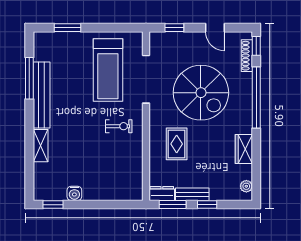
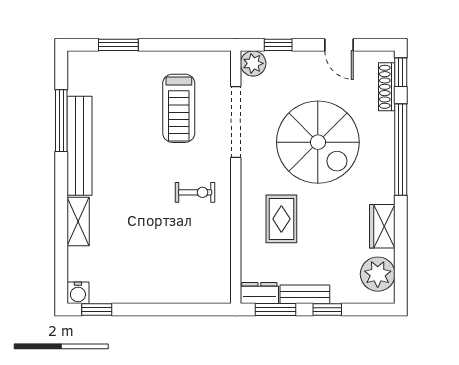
plant: (158, 40) -> (253, 63), added
treadmill: (108, 70) -> (179, 108), width x0.73, depth x0.73
plant: (246, 186) -> (378, 274), width x1.87, depth x1.87
water cooler: (74, 193) -> (78, 293), moved

